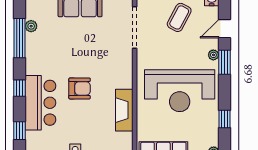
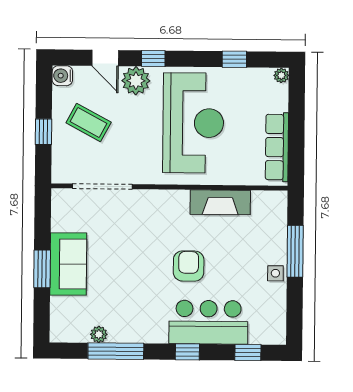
plant: (213, 55) -> (136, 81), width x1.88, depth x1.88
window: (224, 62) -> (153, 58), width x0.67

